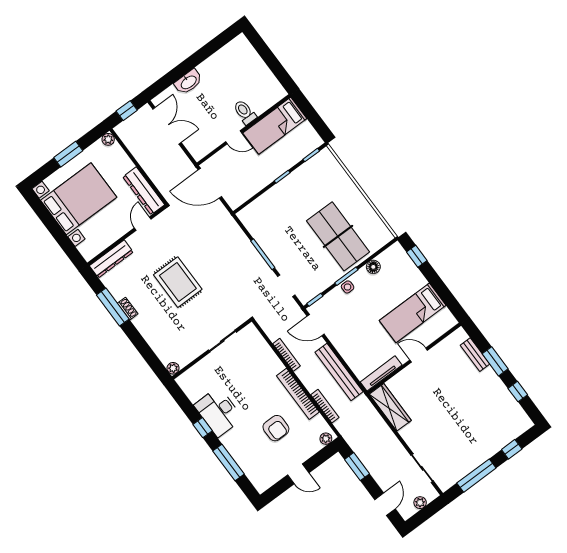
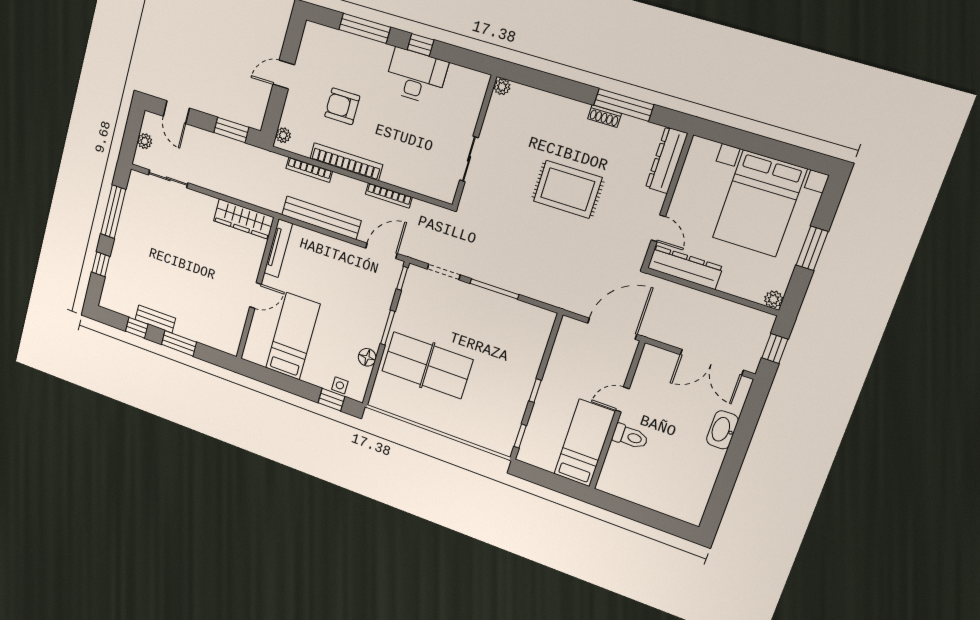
side table: (348, 287) -> (340, 385), moved
bench: (475, 355) -> (155, 319), moved

